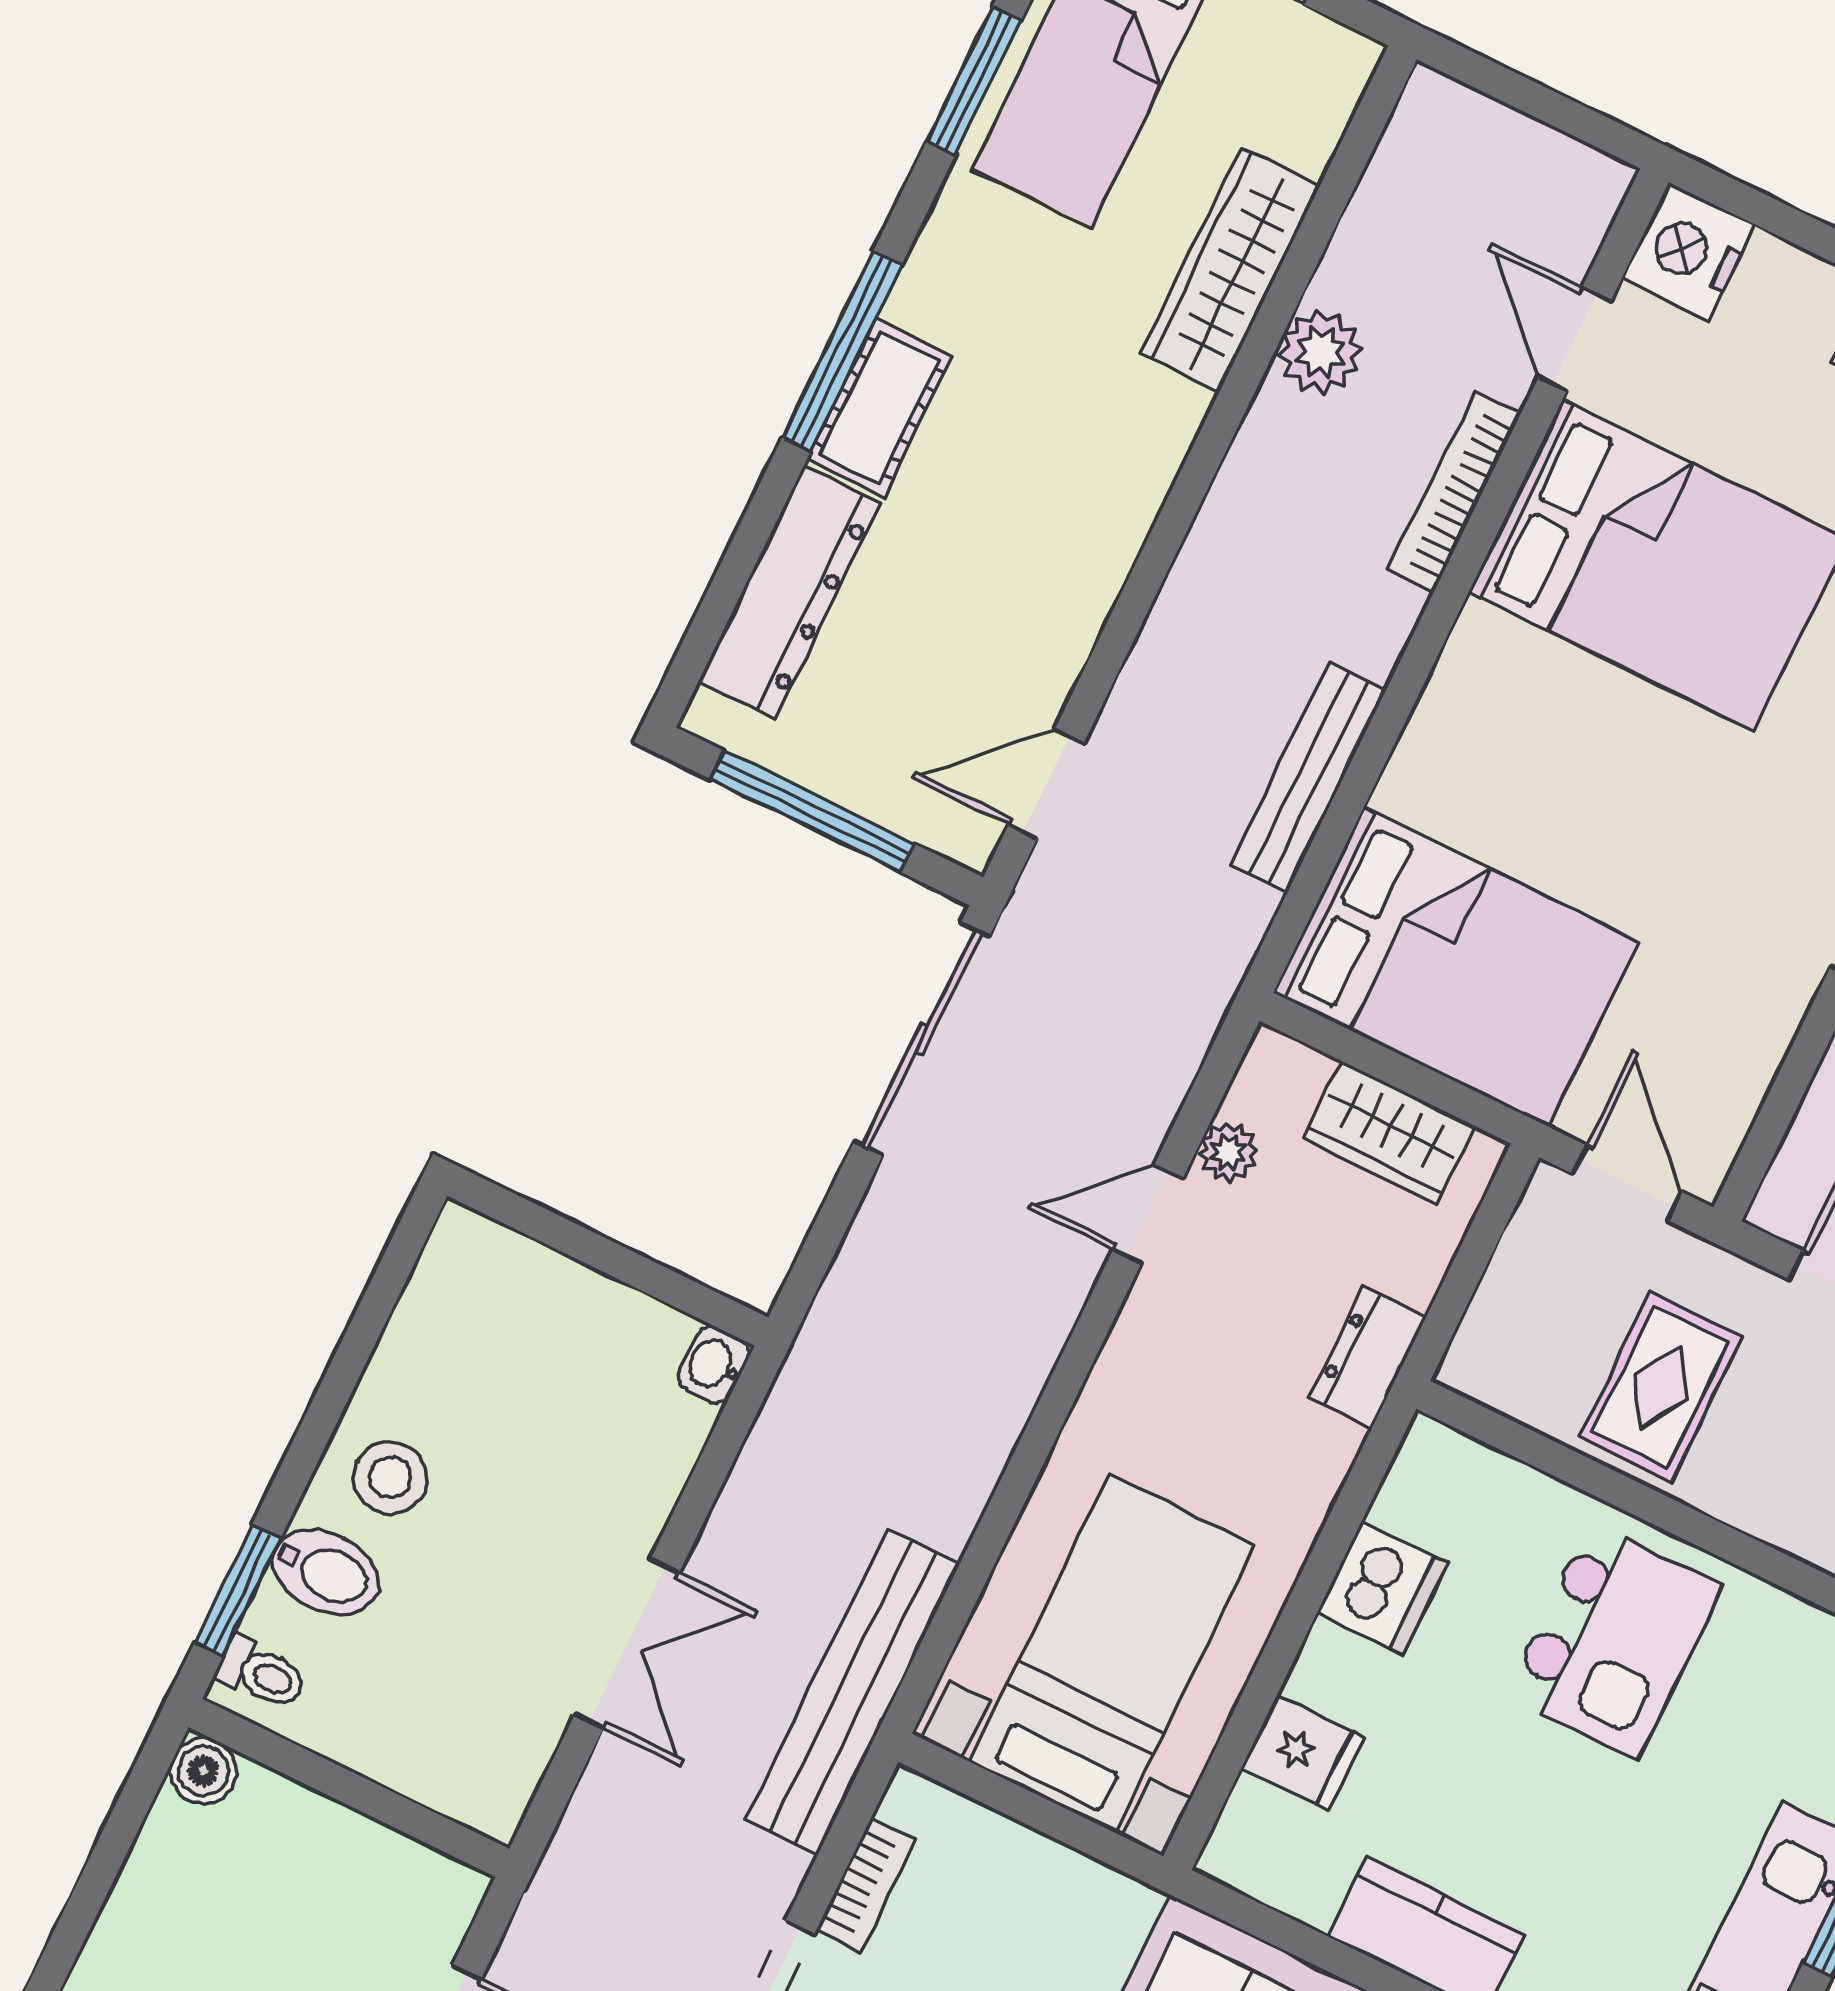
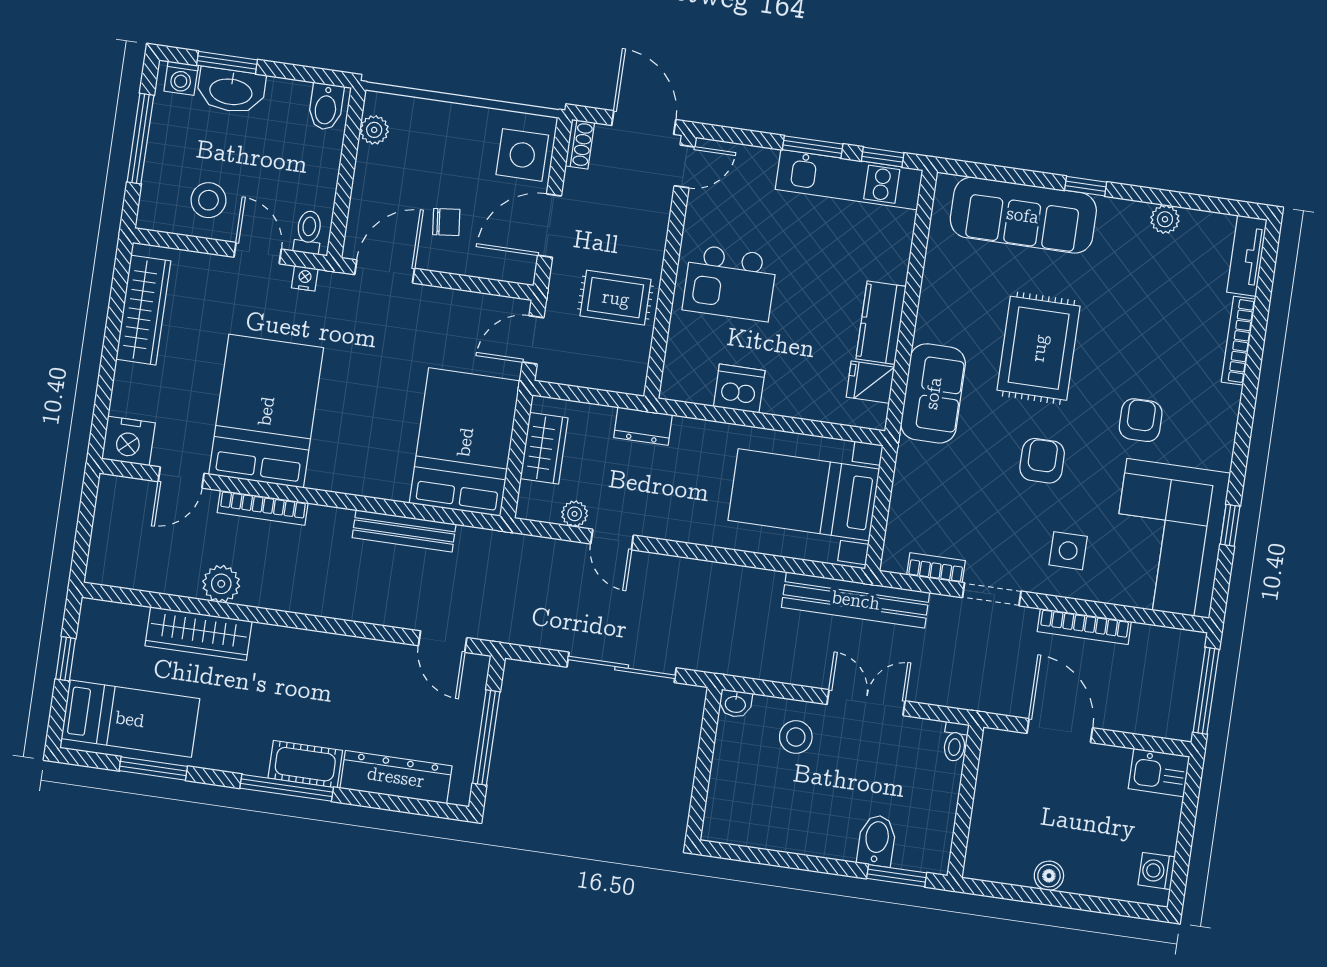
sliding door: (922, 1039) -> (622, 667), moved
stool: (390, 1477) -> (796, 737), moved
kitchen island: (1614, 1641) -> (730, 283), turned 180
toilet: (262, 1674) -> (955, 742), moved, turned 180
fridge: (1303, 1752) -> (870, 382), moved, turned -90
boiler: (203, 1771) -> (1049, 876), moved

